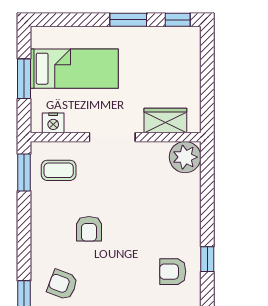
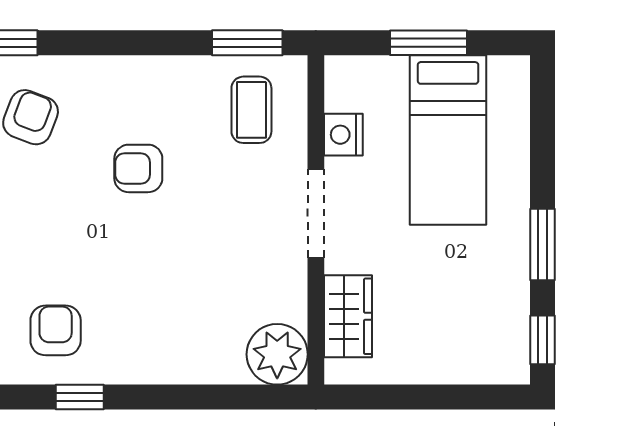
nightstand: (53, 123) -> (343, 135), moved

